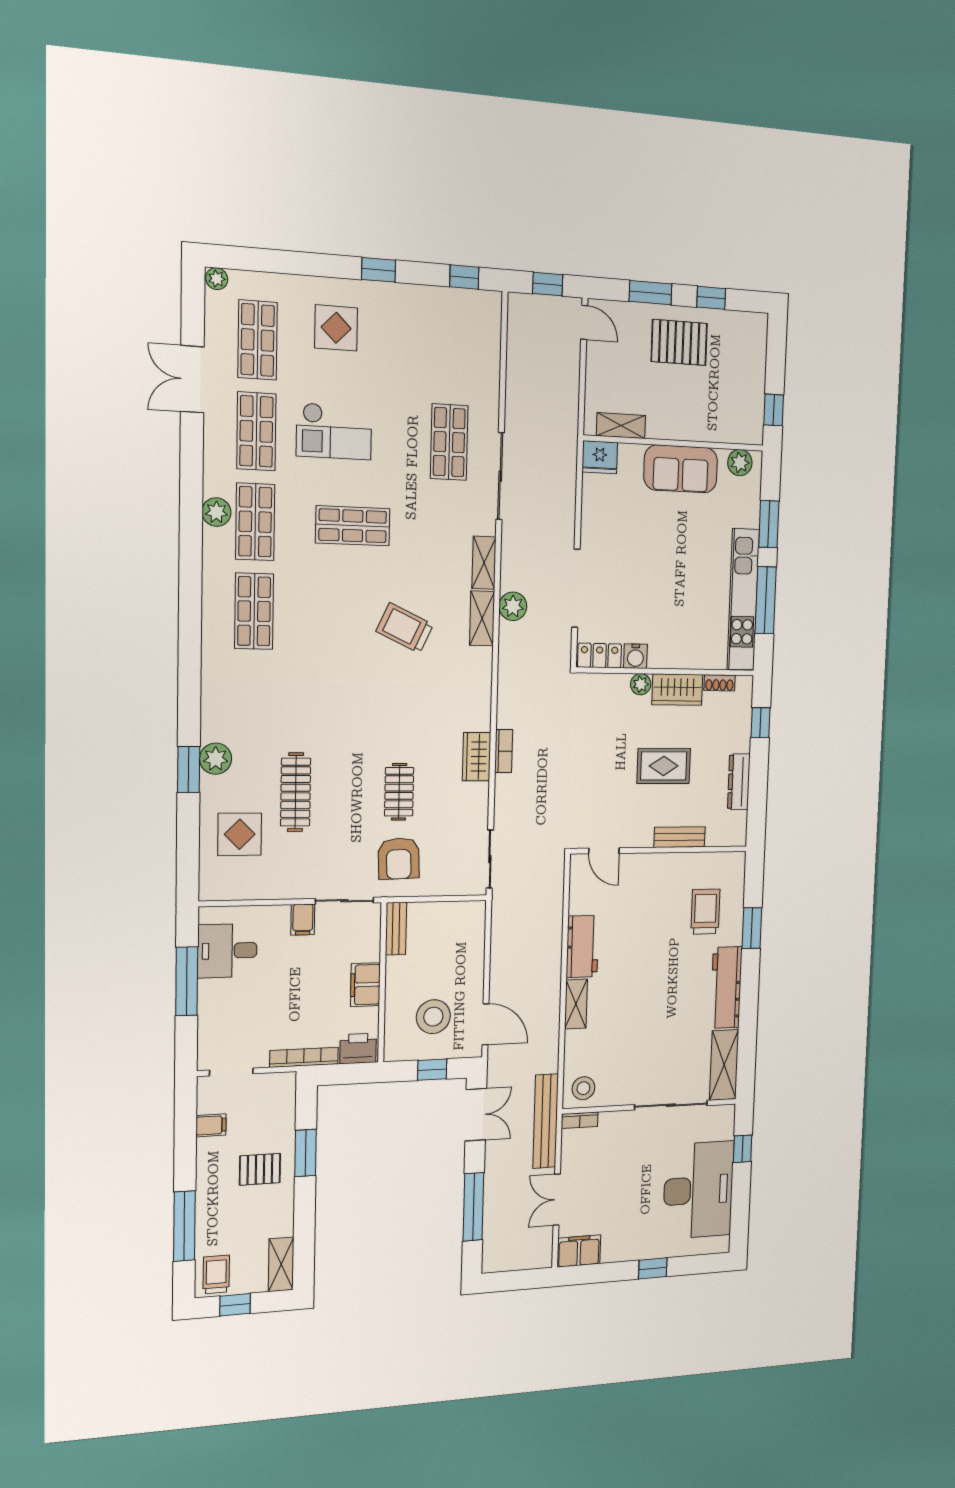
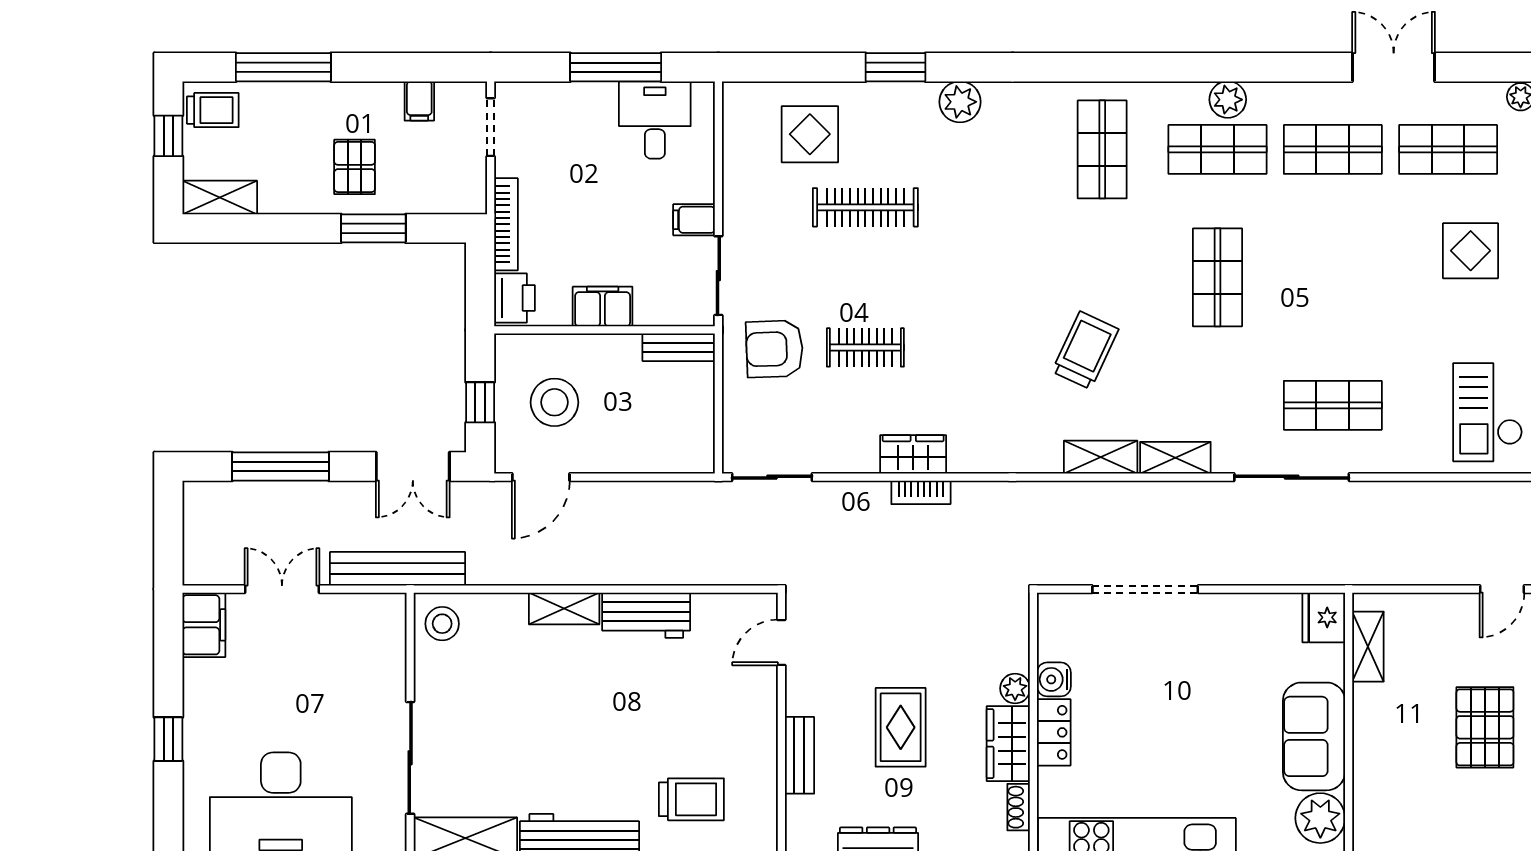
checkout: (334, 431) -> (1488, 412), moved
plant: (740, 463) -> (1320, 818), width x1.36, depth x1.36
plant: (513, 606) -> (1118, 500), removed
shop shelf: (254, 611) -> (1102, 149), turned 90
locker: (599, 656) -> (1054, 732), moved
plant: (216, 759) -> (960, 102), moved
bookcase: (580, 1120) -> (396, 619), removed

